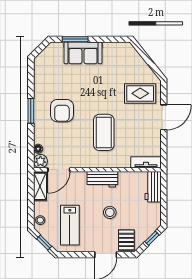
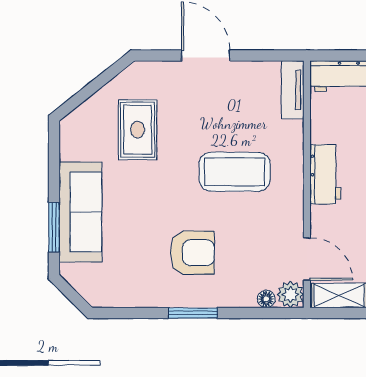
sofa: (83, 53) -> (80, 212), width x1.36
rug: (140, 93) -> (138, 130), moved

